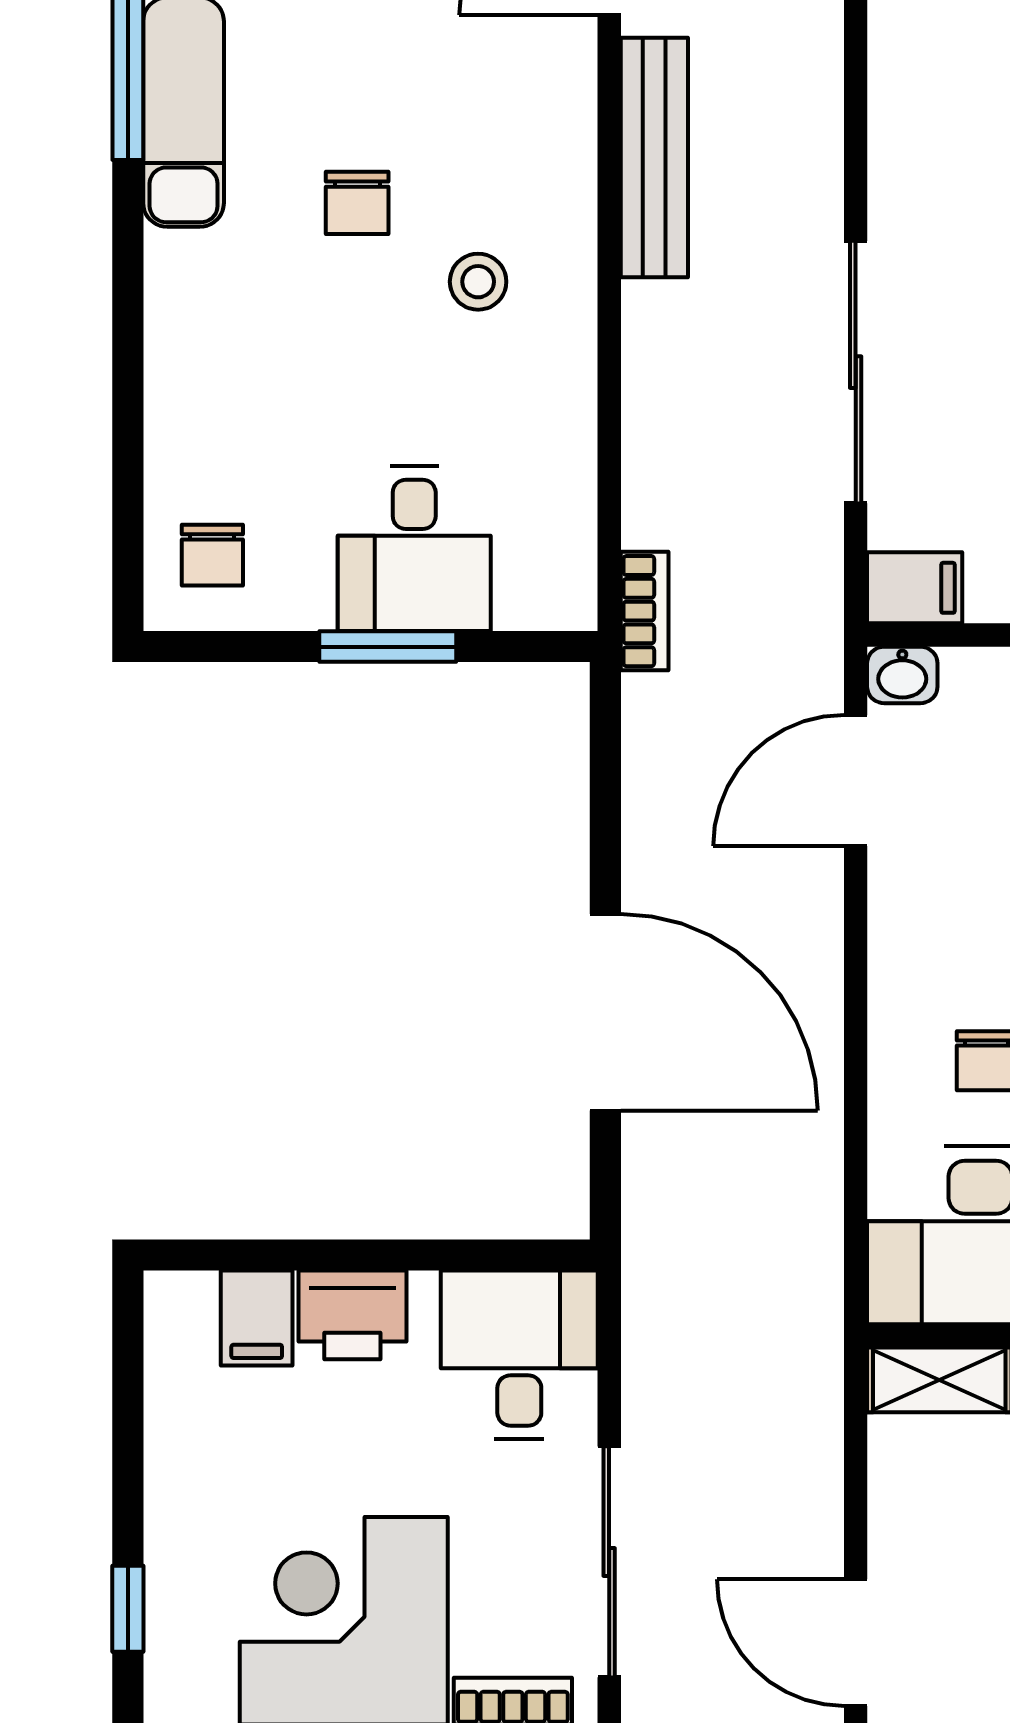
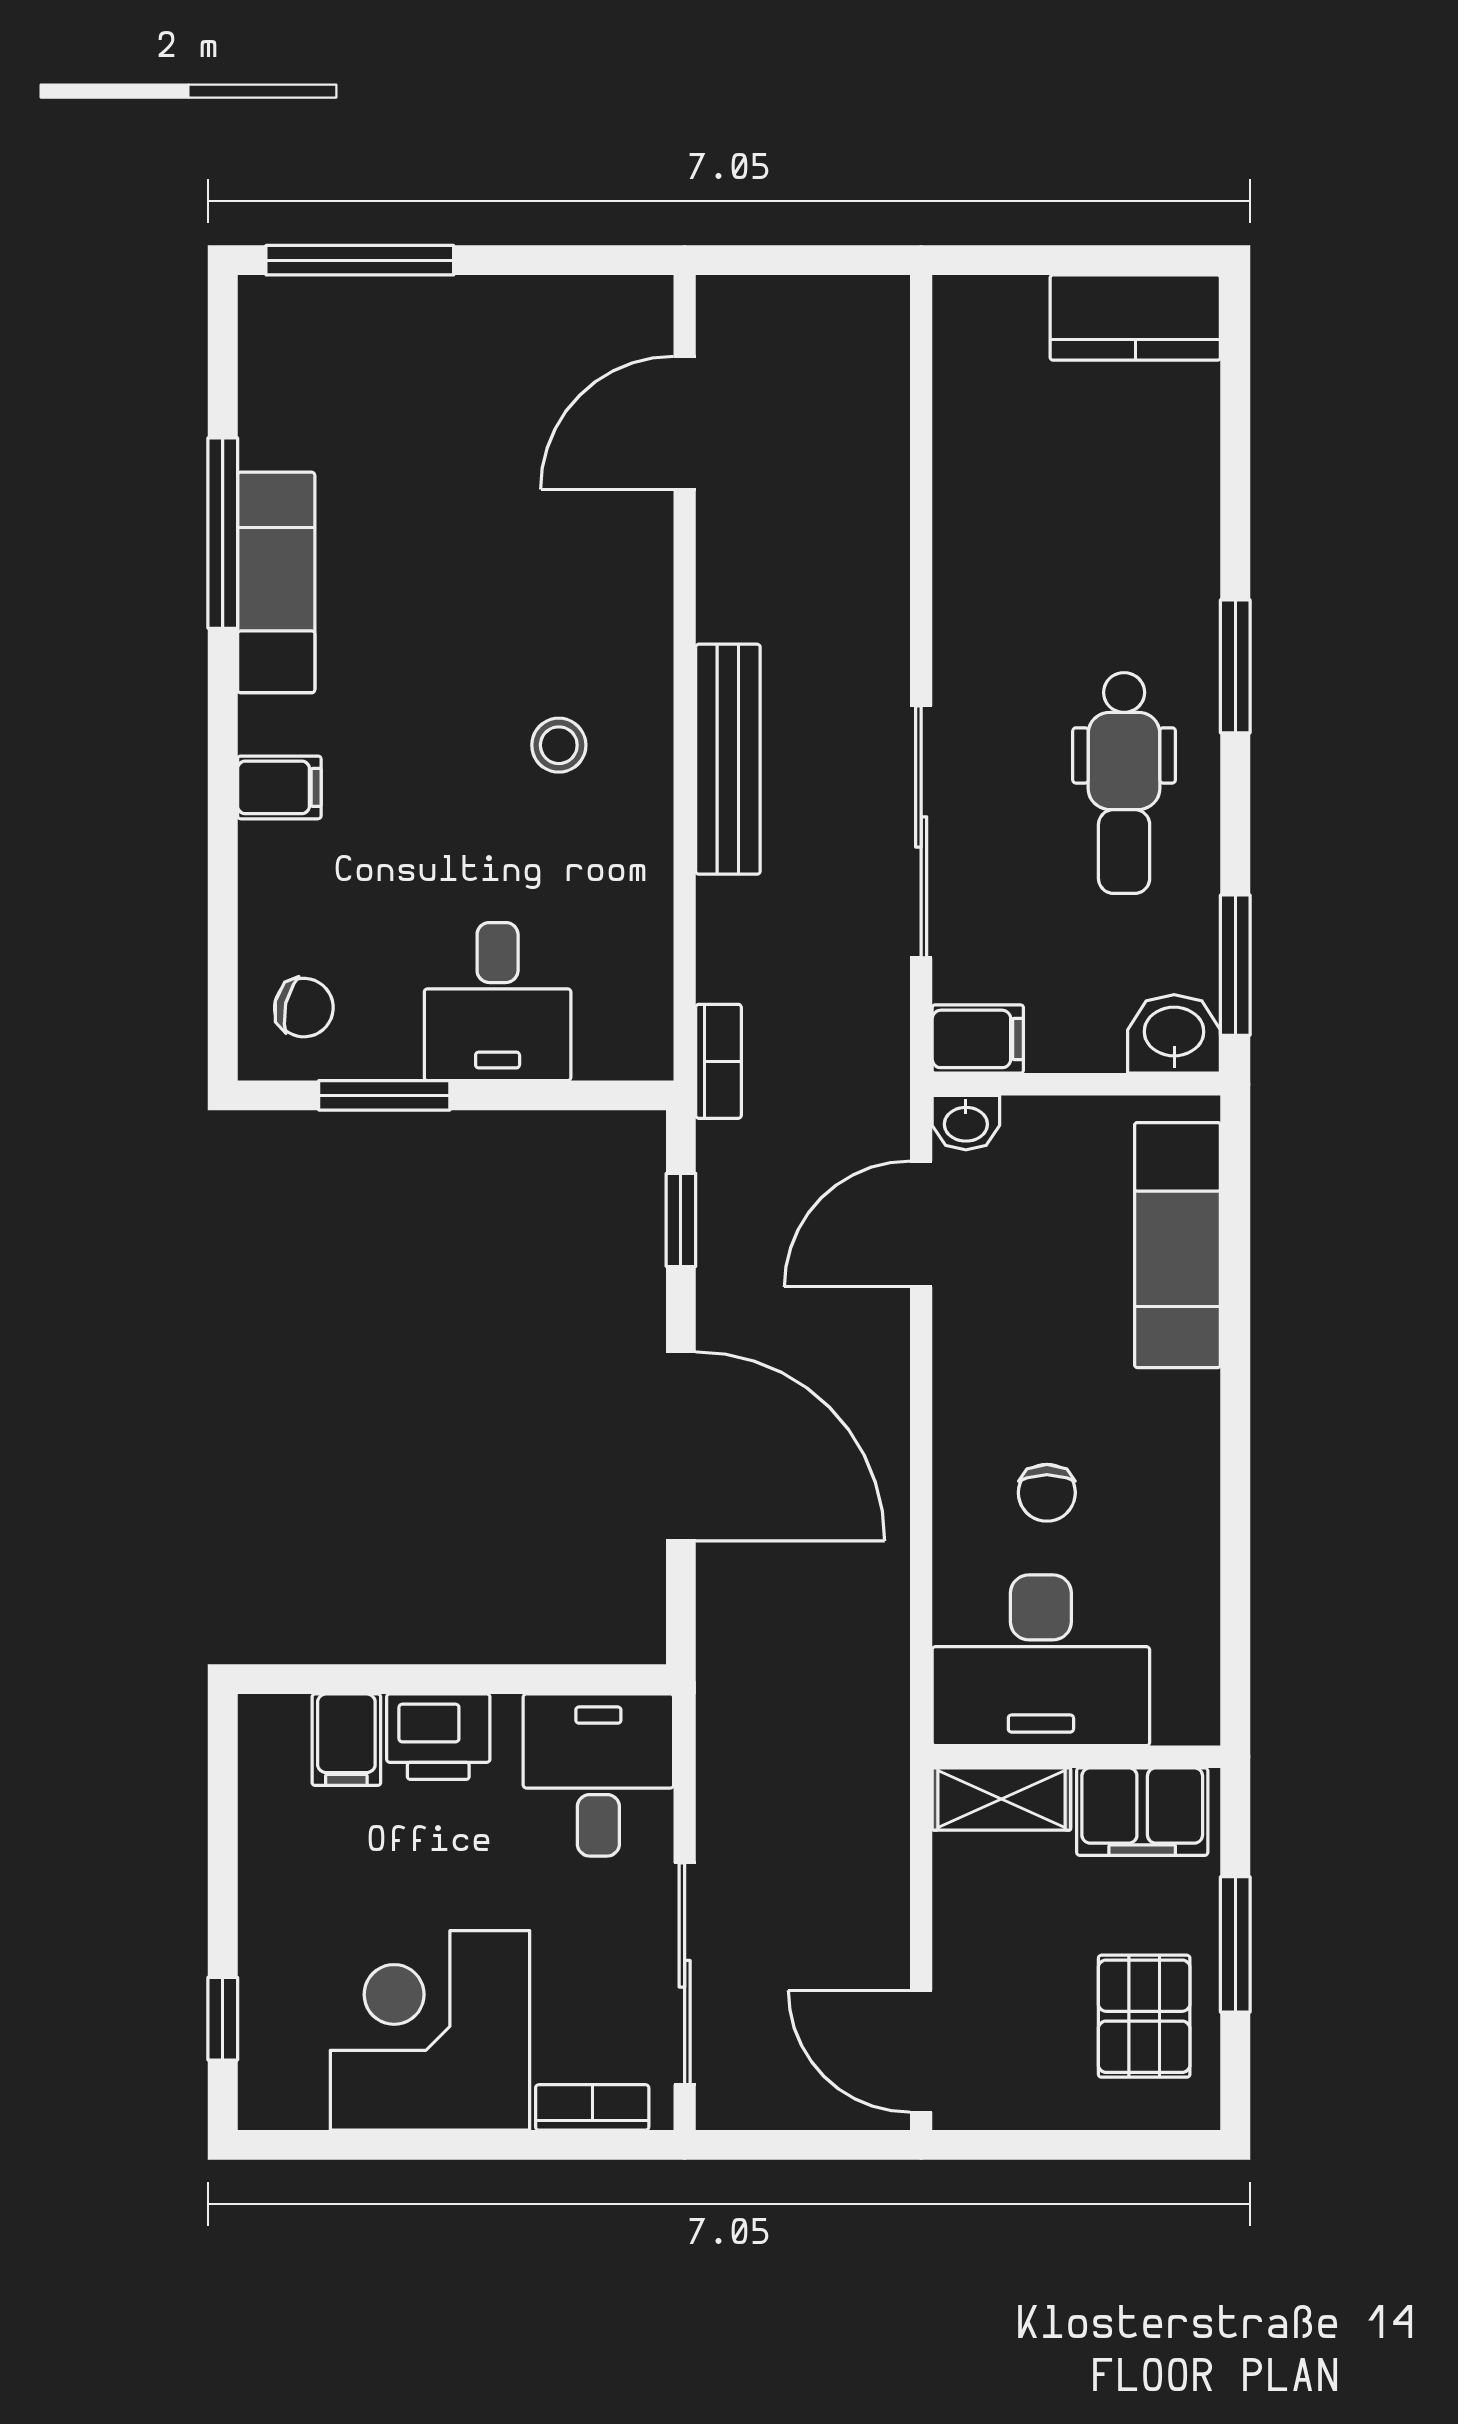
bench: (654, 158) -> (728, 759), moved
chair: (357, 203) -> (443, 669), removed
filing cabinet: (187, 326) -> (279, 787), added
chair: (212, 555) -> (304, 1008), turned -77
window: (388, 647) -> (384, 1095), moved
window: (605, 776) -> (681, 1220), added

